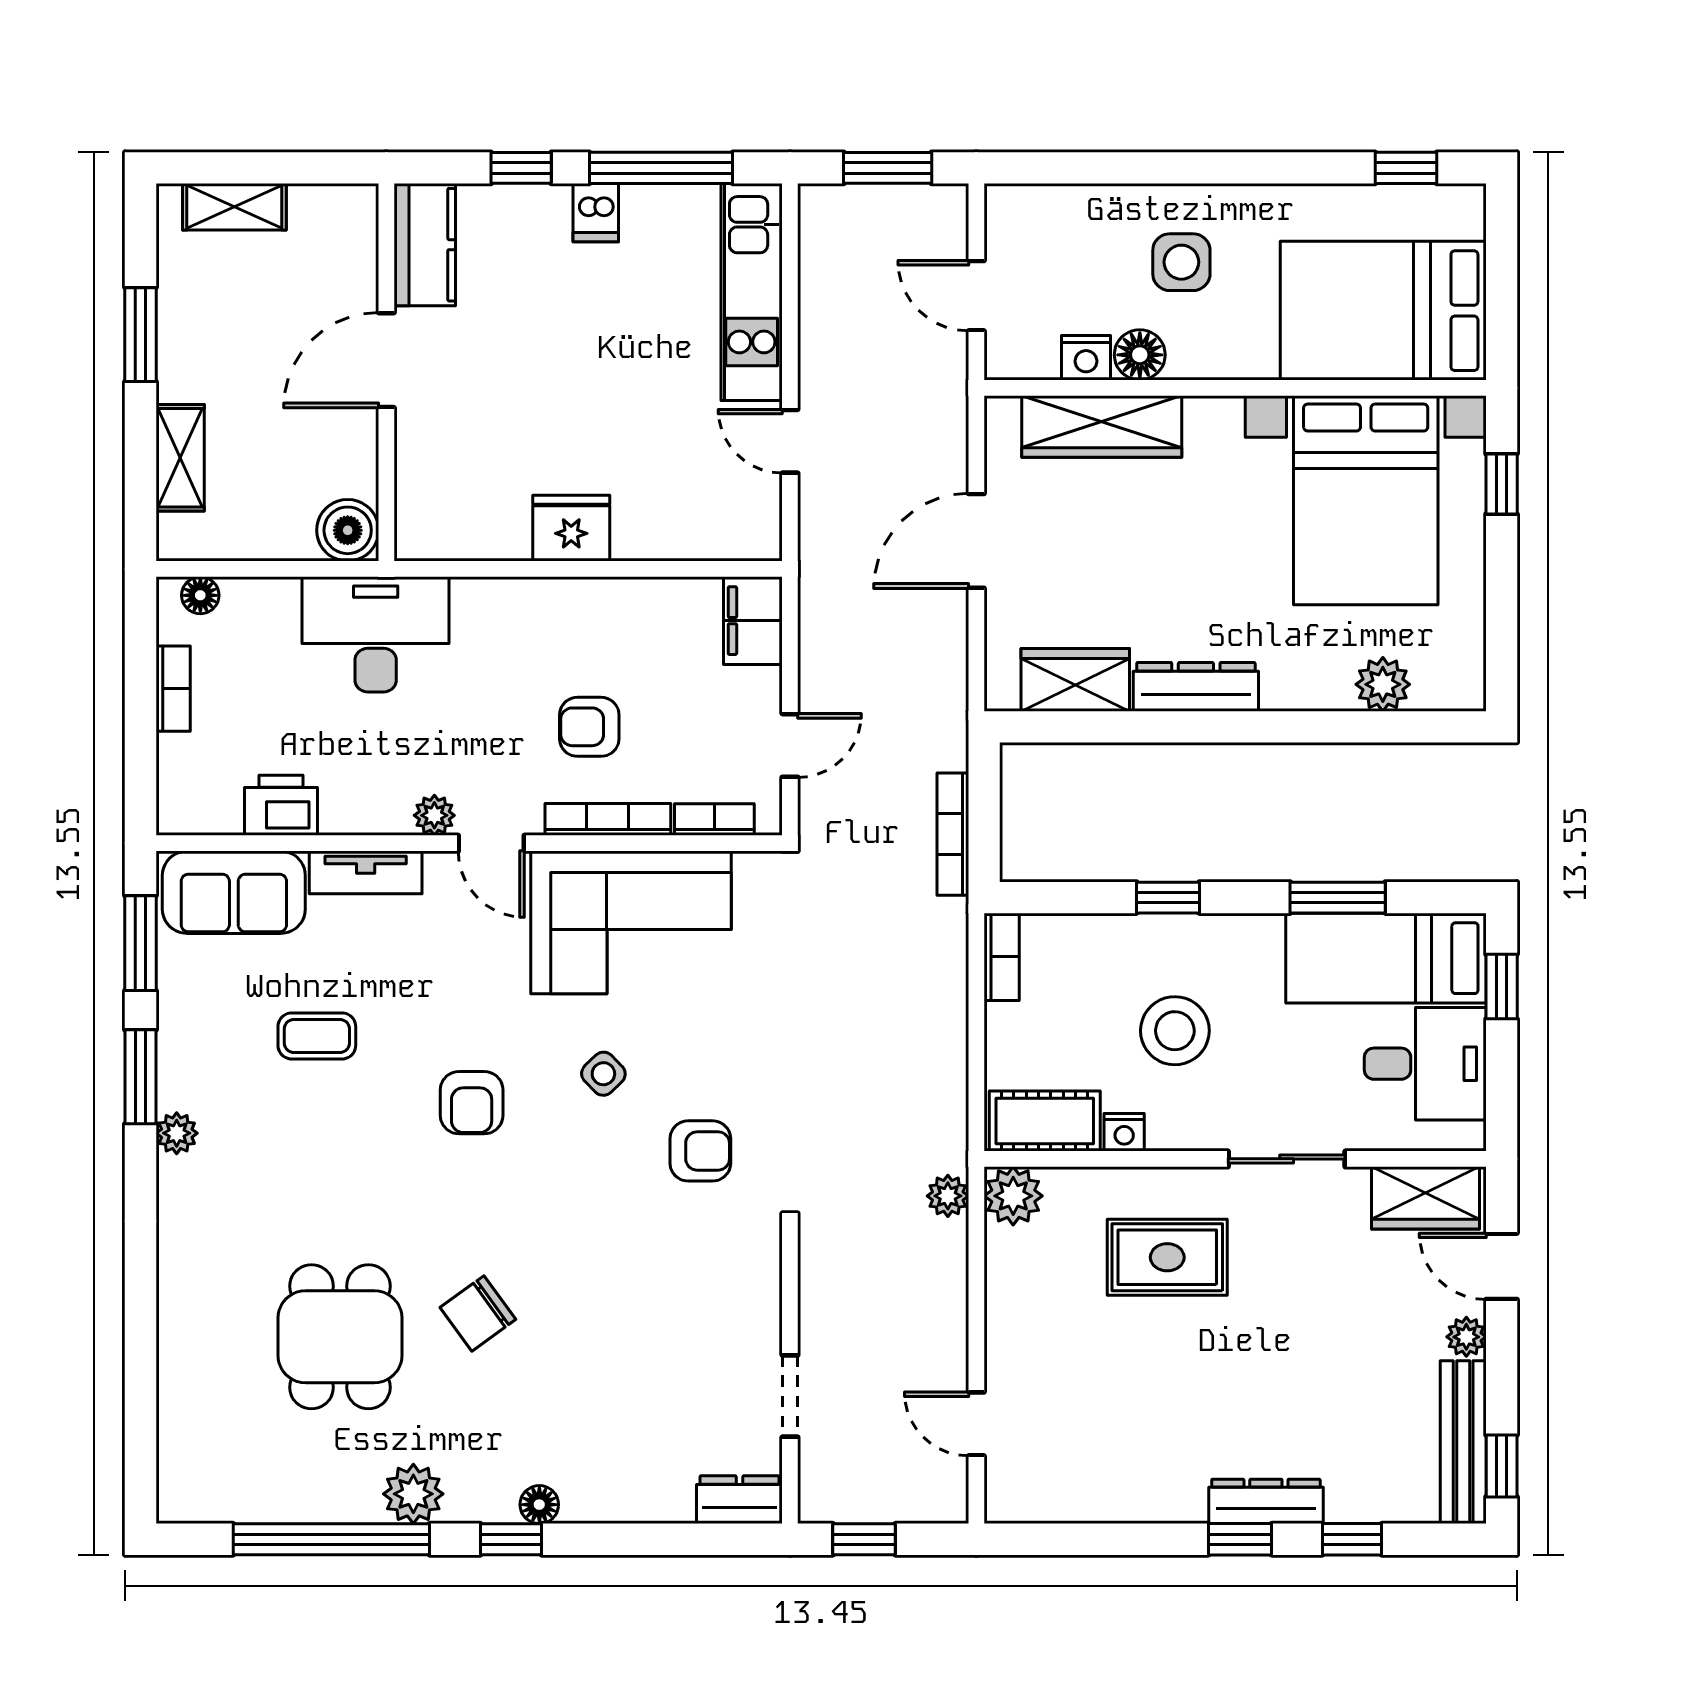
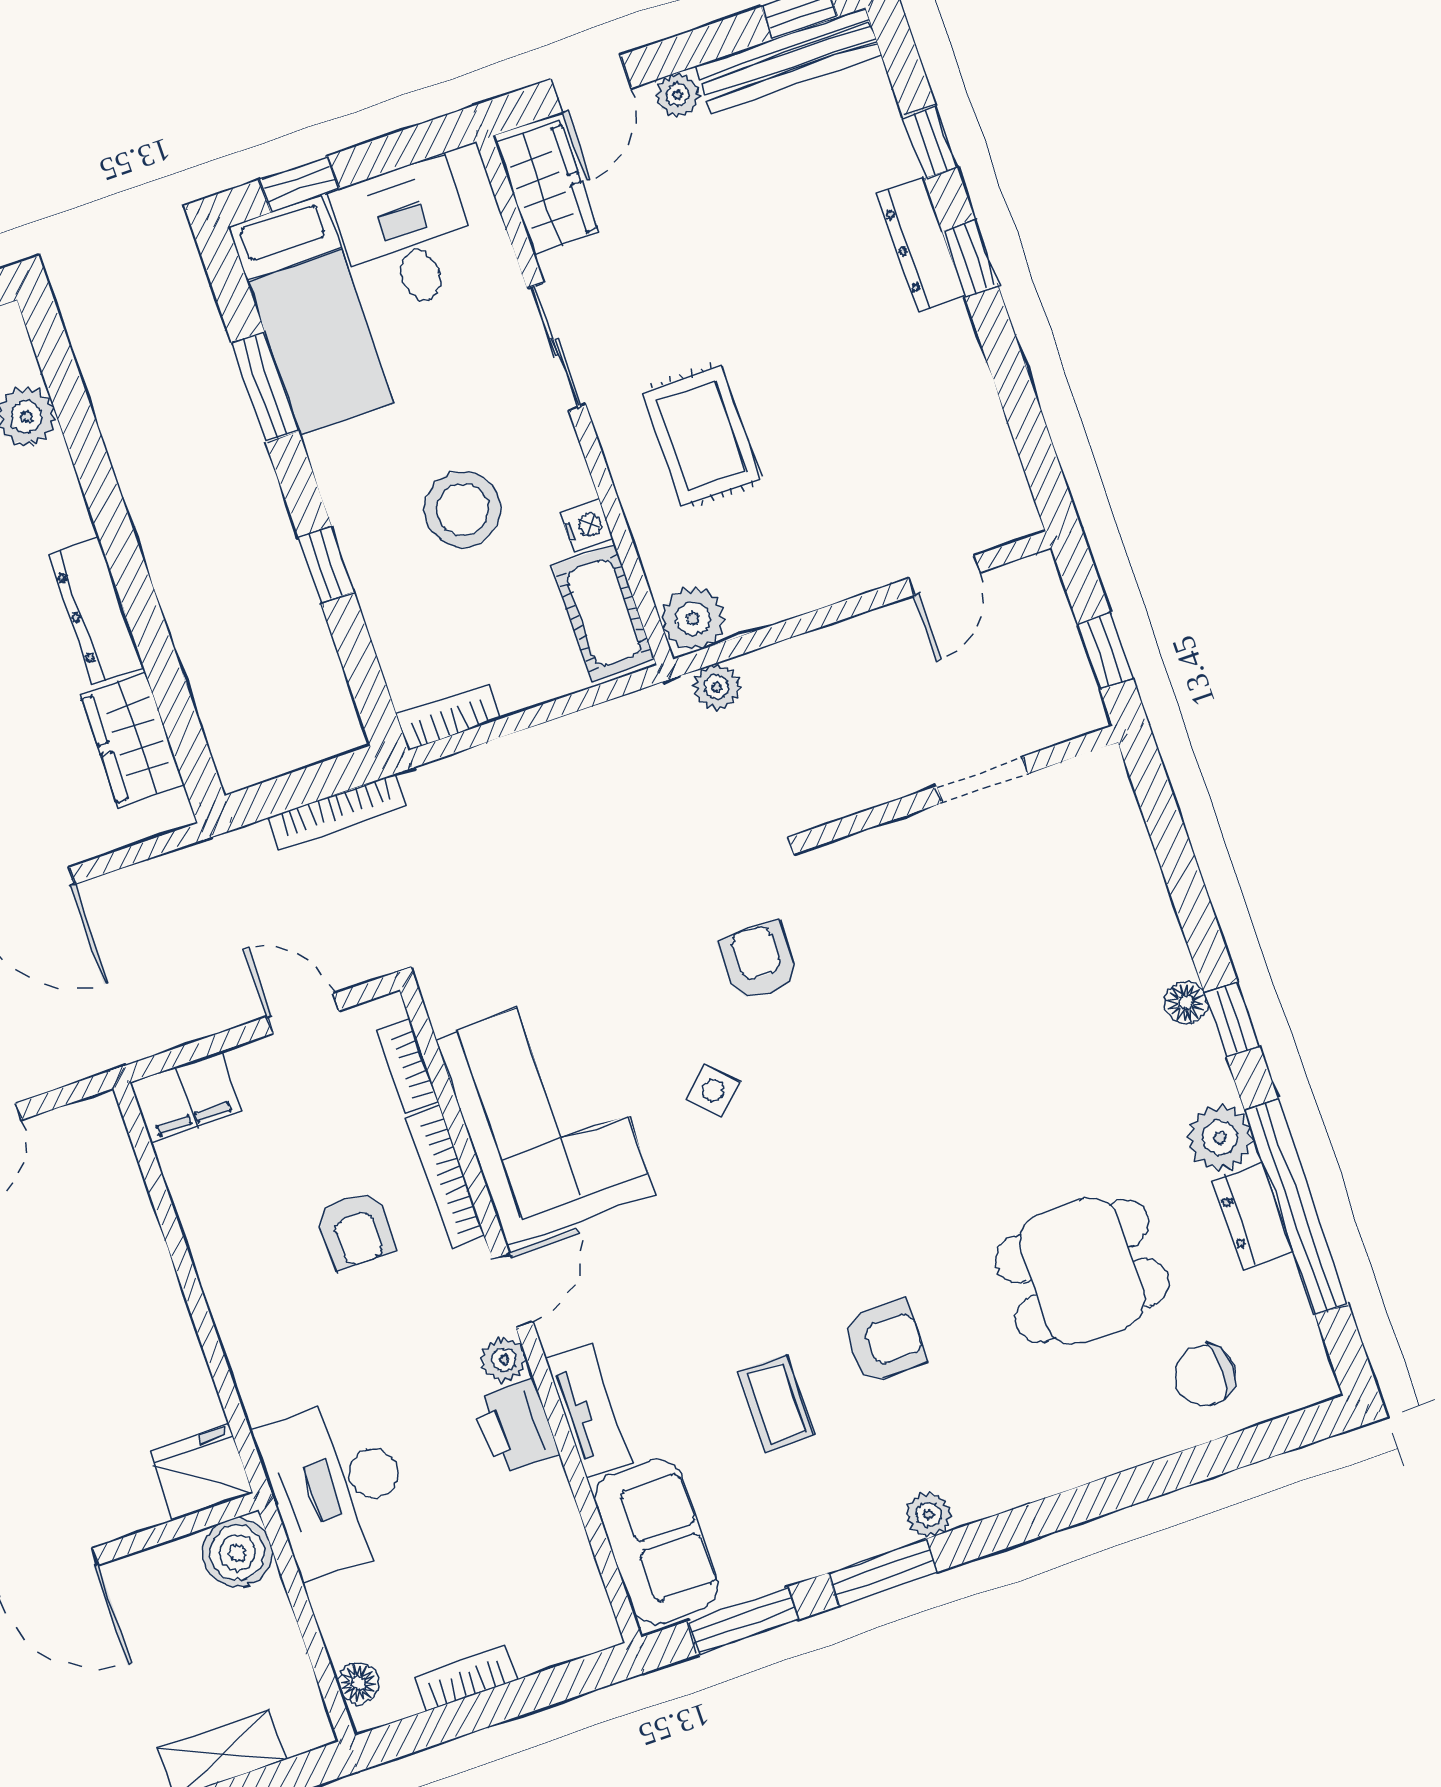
fridge: (571, 528) -> (201, 1472), moved, turned 90
printer: (281, 805) -> (515, 1427), moved
armchair: (472, 1103) -> (884, 1342), moved
chair: (478, 1313) -> (1205, 1376), moved, turned 126
dresser: (739, 1500) -> (1253, 1216), moved

